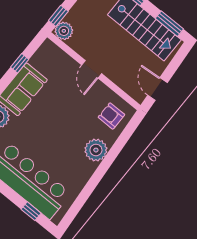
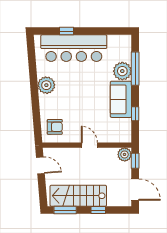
plant: (96, 150) -> (46, 85), moved
window: (31, 211) -> (66, 31), moved

